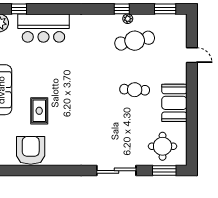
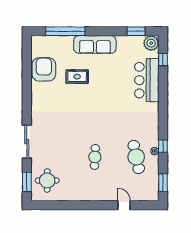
door: (192, 55) -> (124, 205), swing flipped
booth: (174, 103) -> (84, 190), removed
armchair: (31, 150) -> (44, 69), turned -90

